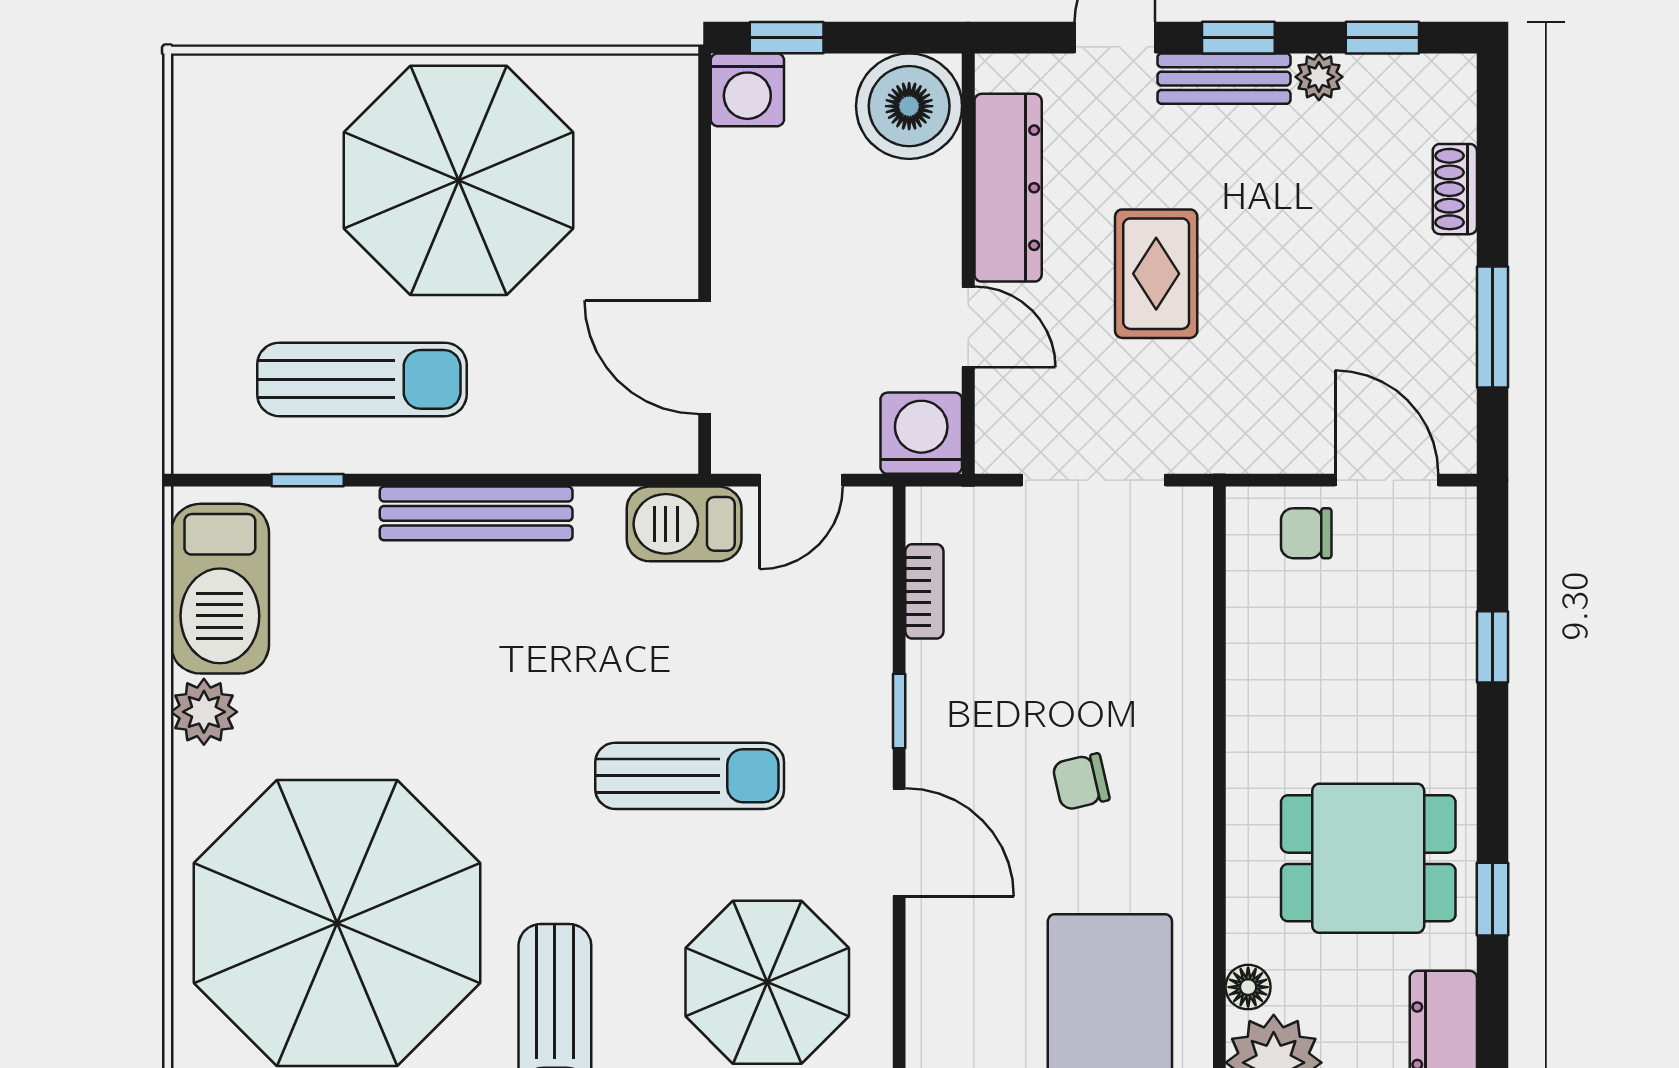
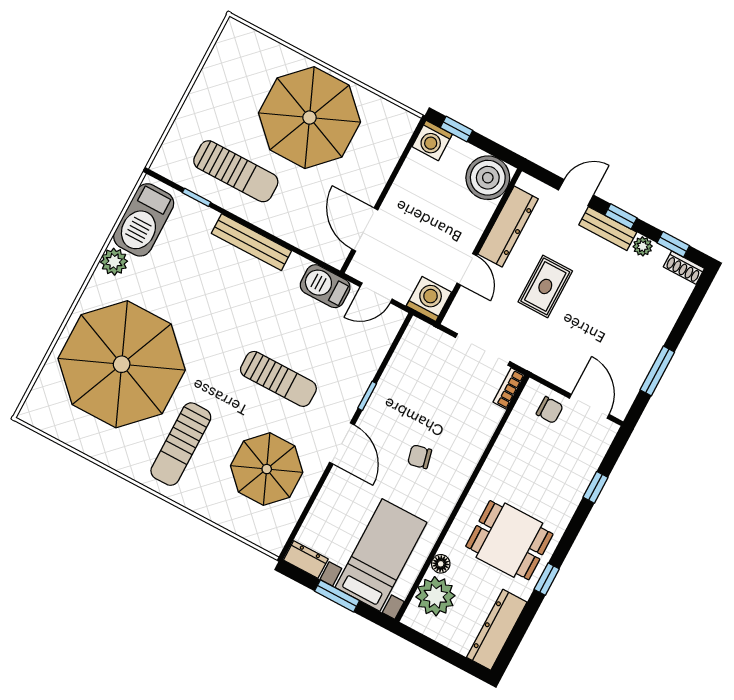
shoe rack: (1455, 189) -> (684, 268), moved, turned -90
chair: (1306, 533) -> (550, 410), turned 180
bookcase: (924, 591) -> (509, 388), moved, turned 180

